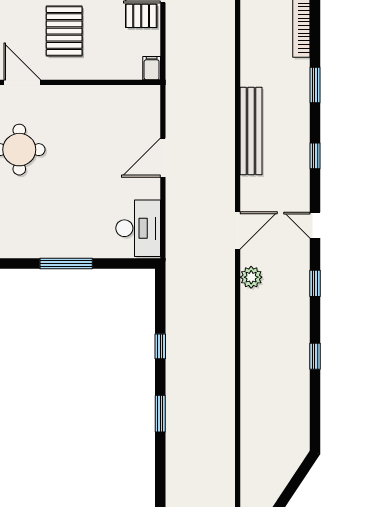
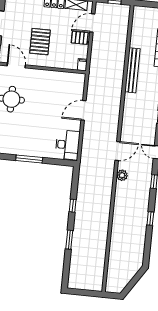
bench: (251, 131) -> (132, 70), moved

